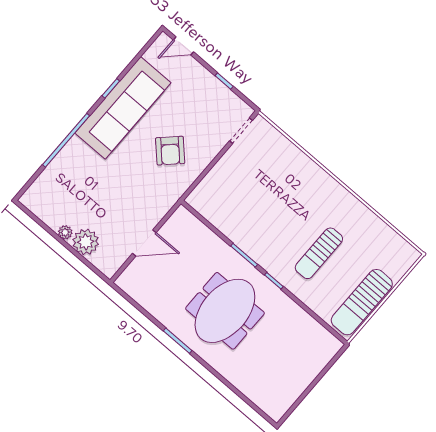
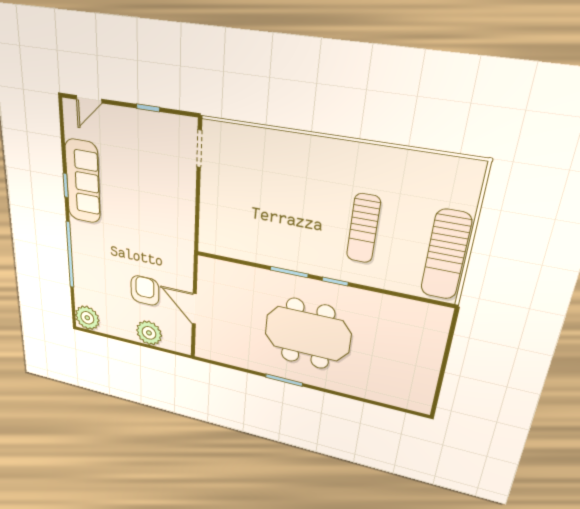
sofa: (123, 108) -> (83, 182), width x0.74, depth x0.79
armchair: (170, 151) -> (145, 290), moved, turned -136
plant: (65, 232) -> (87, 318), moved, width x1.88, depth x1.88
door: (144, 243) -> (194, 309), swing flipped
meeting table: (225, 311) -> (308, 334), turned 90

